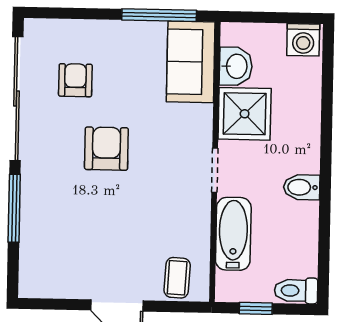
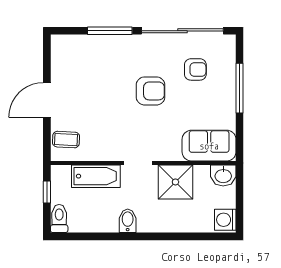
window: (159, 15) -> (240, 88), moved
washbasin: (236, 66) -> (223, 175), moved

